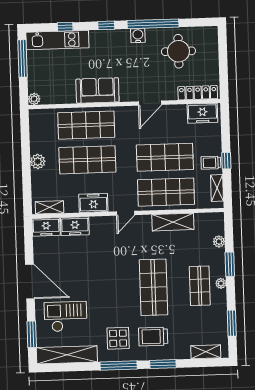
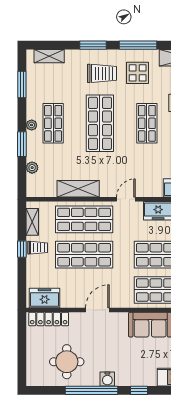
shop shelf: (107, 289) -> (147, 123), added

